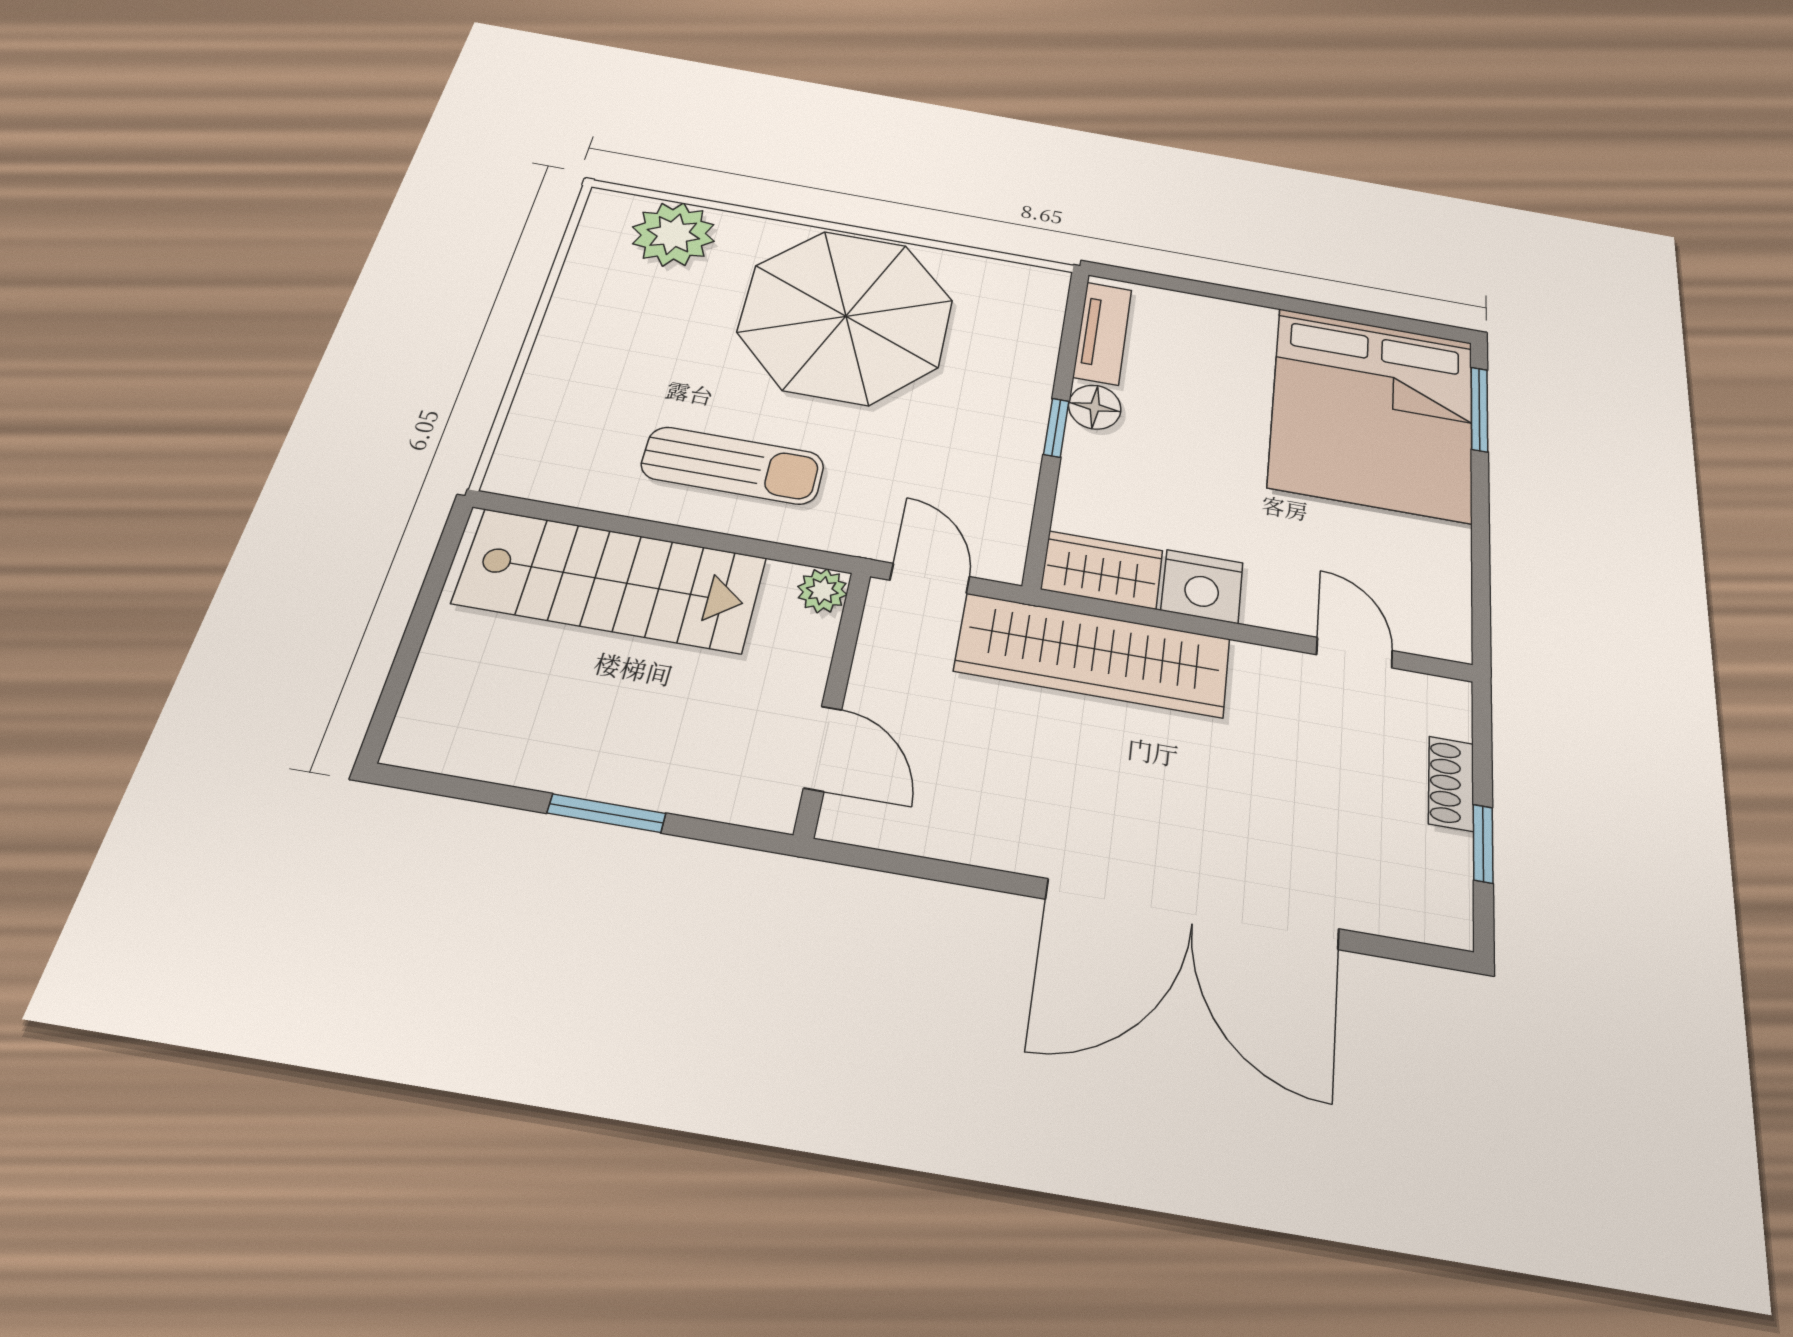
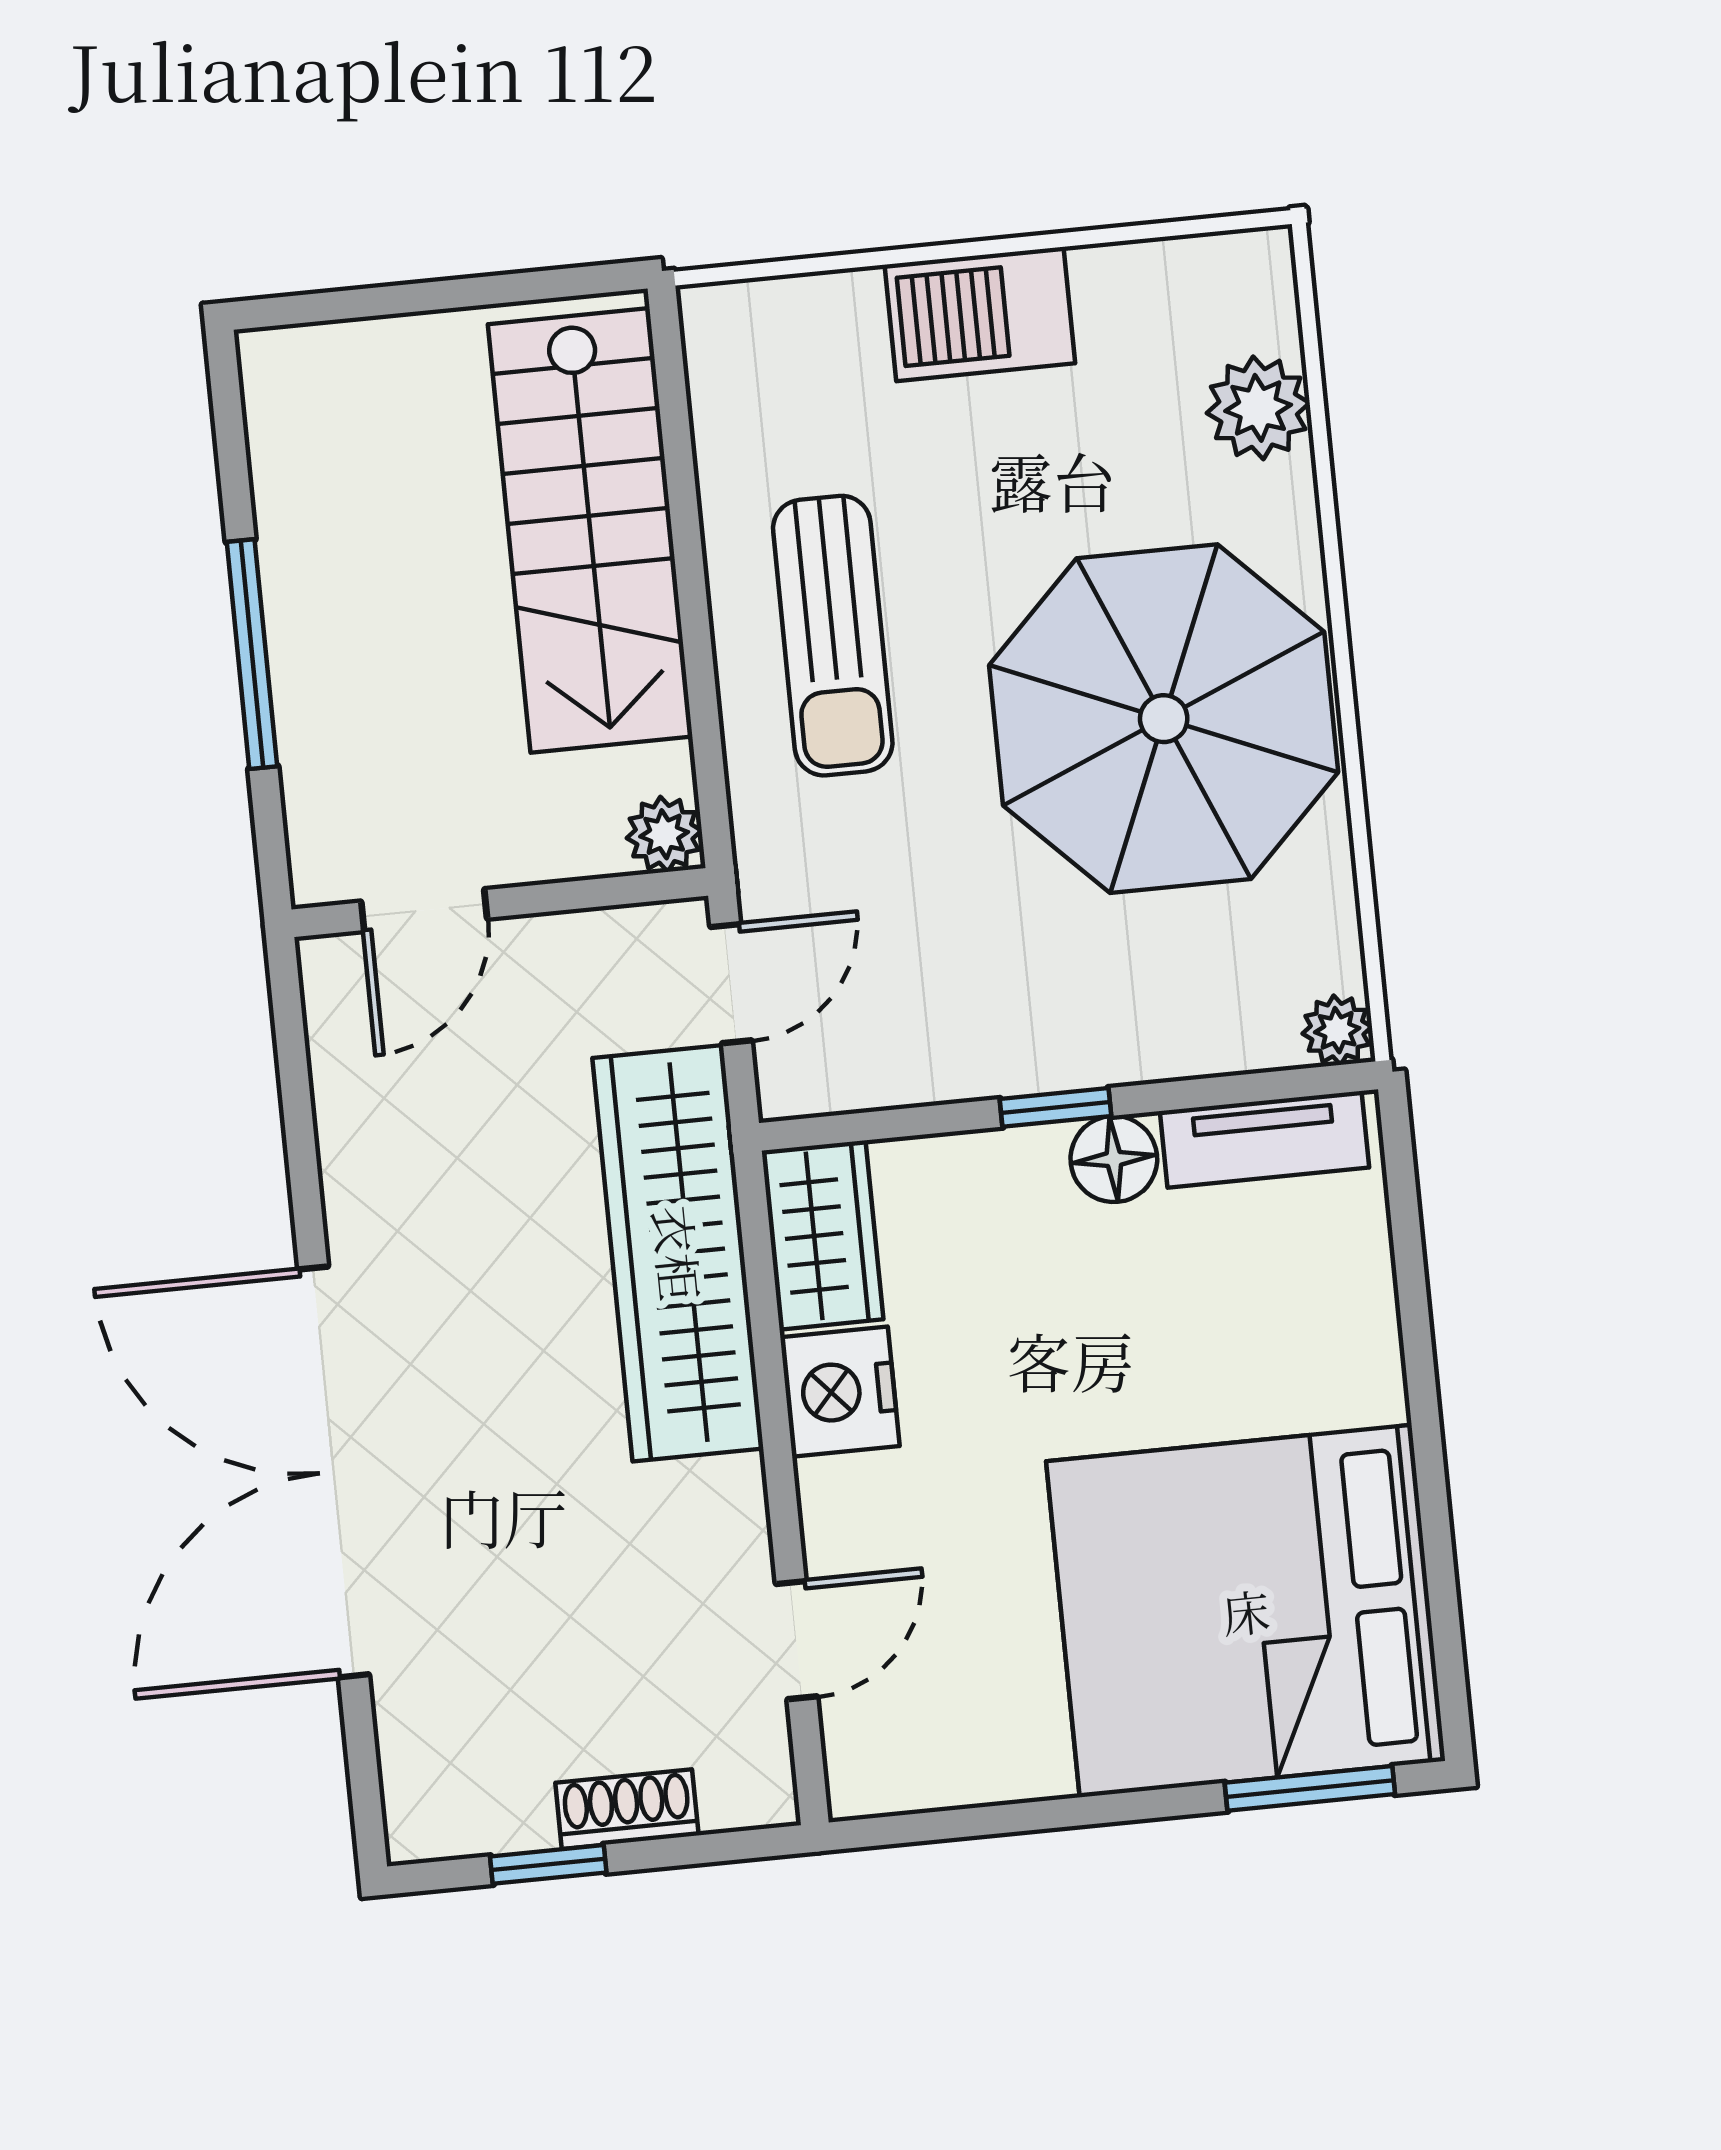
plant: (673, 234) -> (1258, 408), width x0.73, depth x0.73
plant: (1050, 284) -> (1337, 1030), added
barbecue: (572, 340) -> (980, 314), added
window: (607, 813) -> (252, 654), width x1.44

